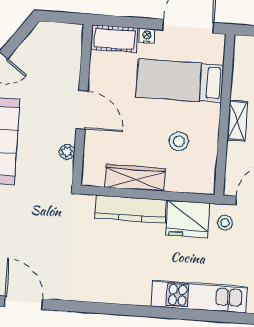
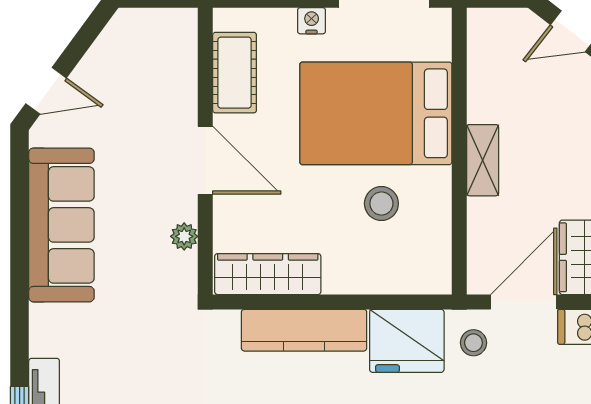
cot: (115, 39) -> (235, 73), moved, turned 90
bed: (180, 81) -> (376, 113), width x1.50
wardrobe: (135, 178) -> (268, 274), moved

